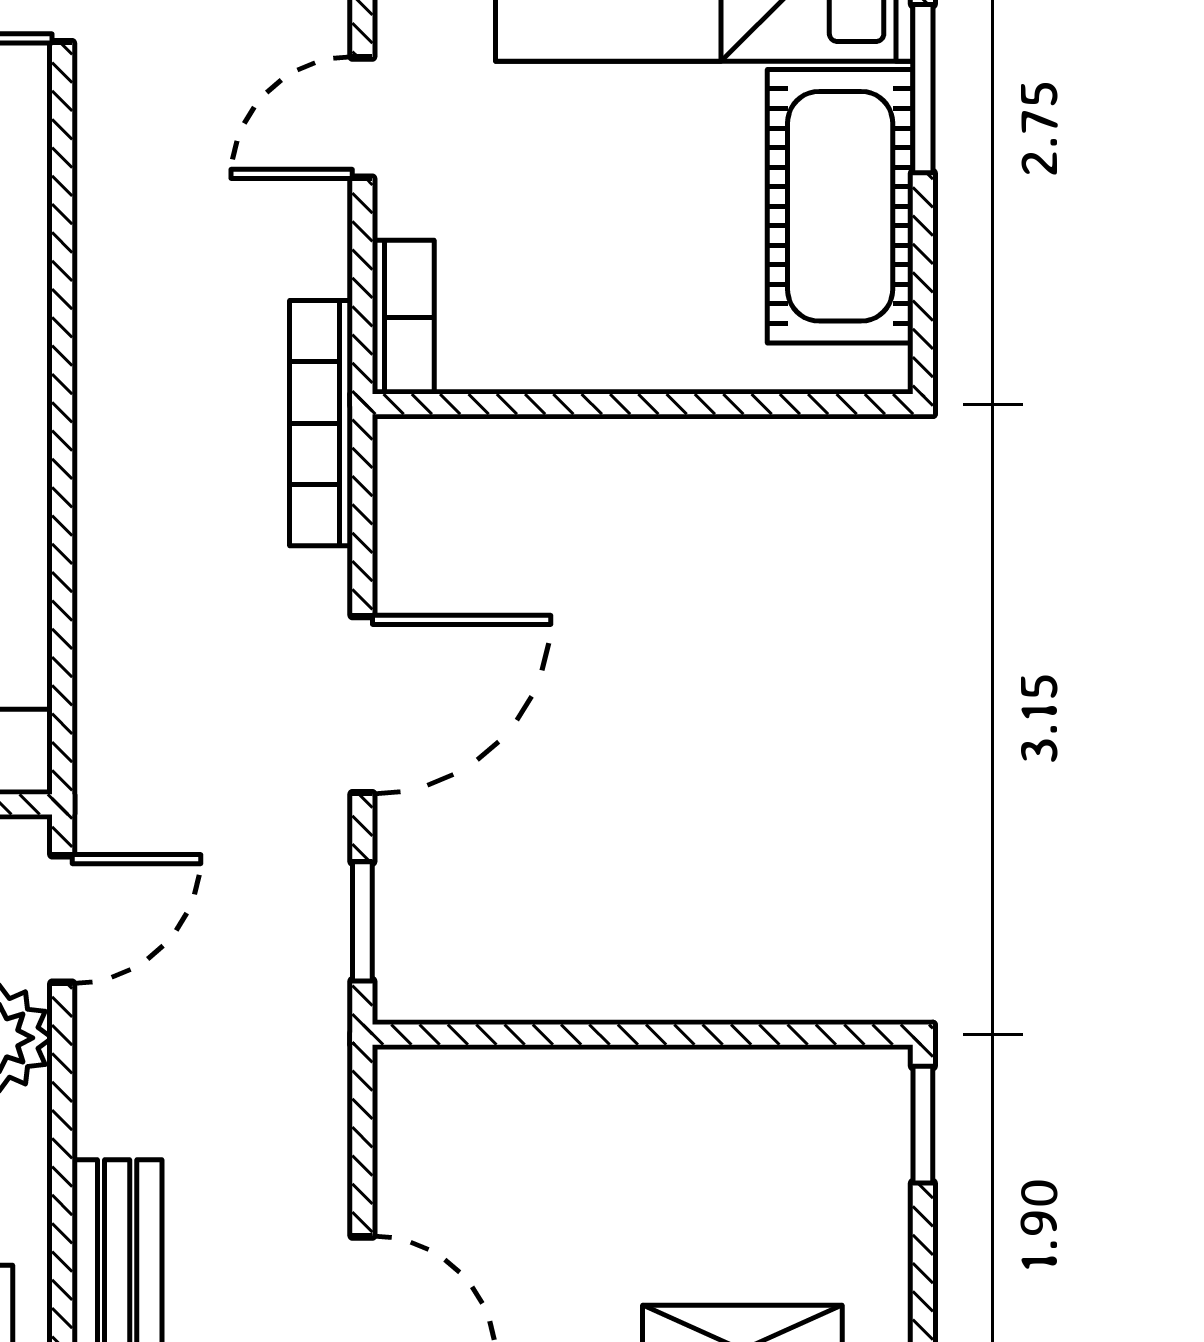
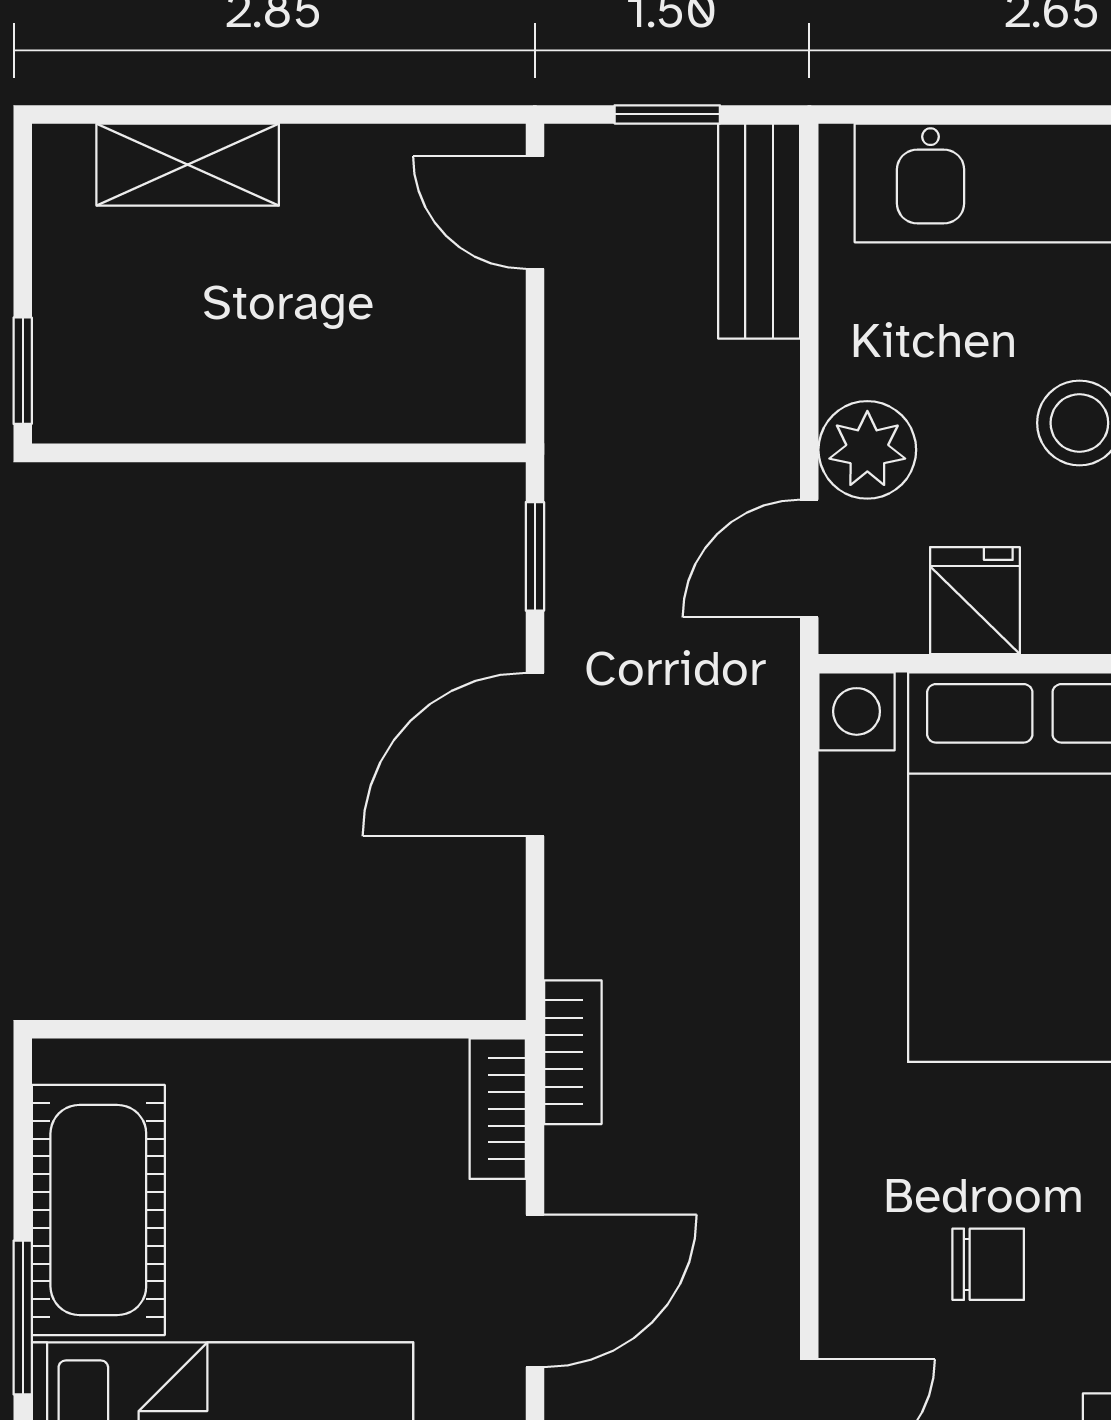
door: (362, 118) -> (535, 1291), width x1.38
bookcase: (321, 423) -> (573, 1052), width x0.64

